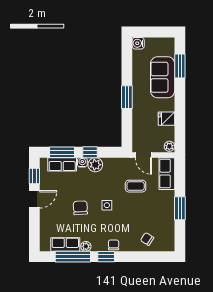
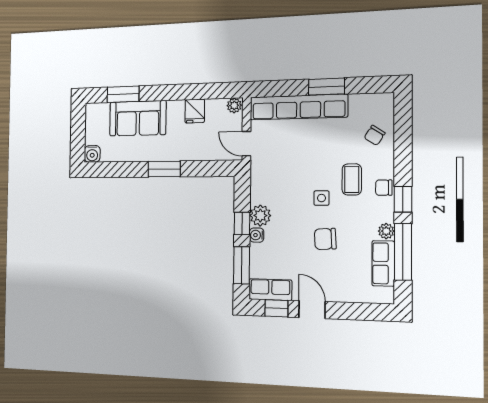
door: (143, 155) -> (246, 144), swing flipped
row of seats: (62, 164) -> (270, 290), moved, turned -90
row of seats: (167, 174) -> (298, 107), width x2.02
coffee table: (136, 186) -> (352, 179), moved

